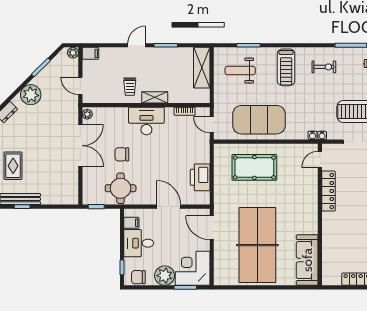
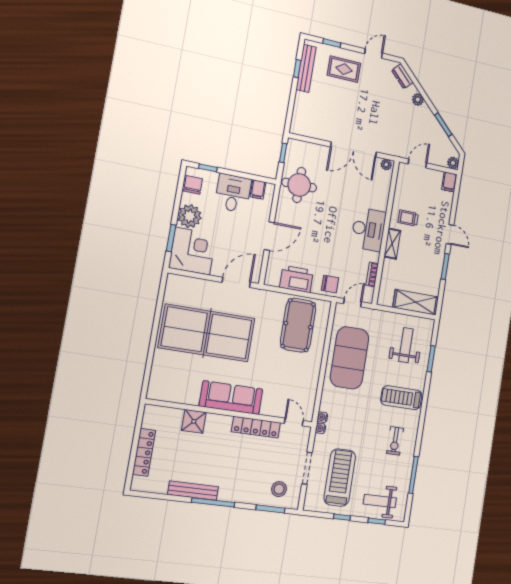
plant: (31, 95) -> (418, 100), width x0.53, depth x0.53
chair: (122, 154) -> (330, 284), moved, turned 90
pool table: (254, 167) -> (298, 325), moved
shower: (331, 243) -> (194, 421), added
sofa: (307, 260) -> (231, 398), moved

